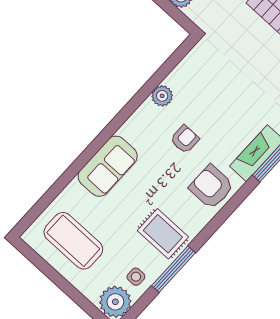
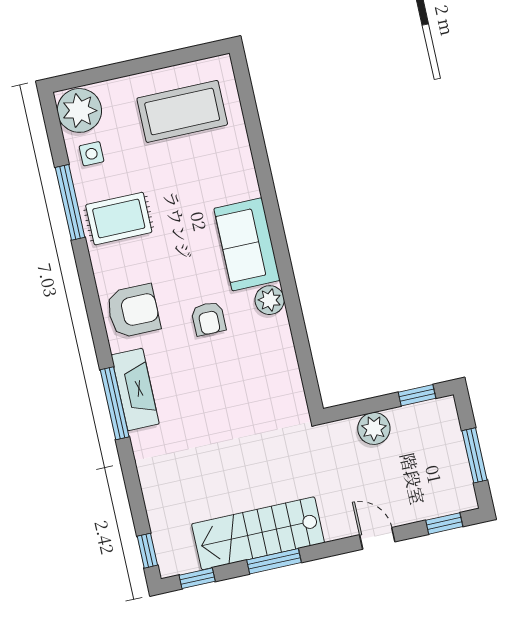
plant: (162, 96) -> (270, 300), moved
sofa: (108, 166) -> (247, 244), moved

